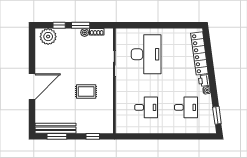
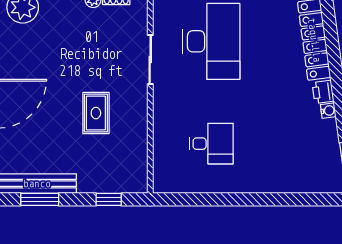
rug: (86, 92) -> (96, 113), turned 90
desk: (186, 107) -> (288, 144), removed

